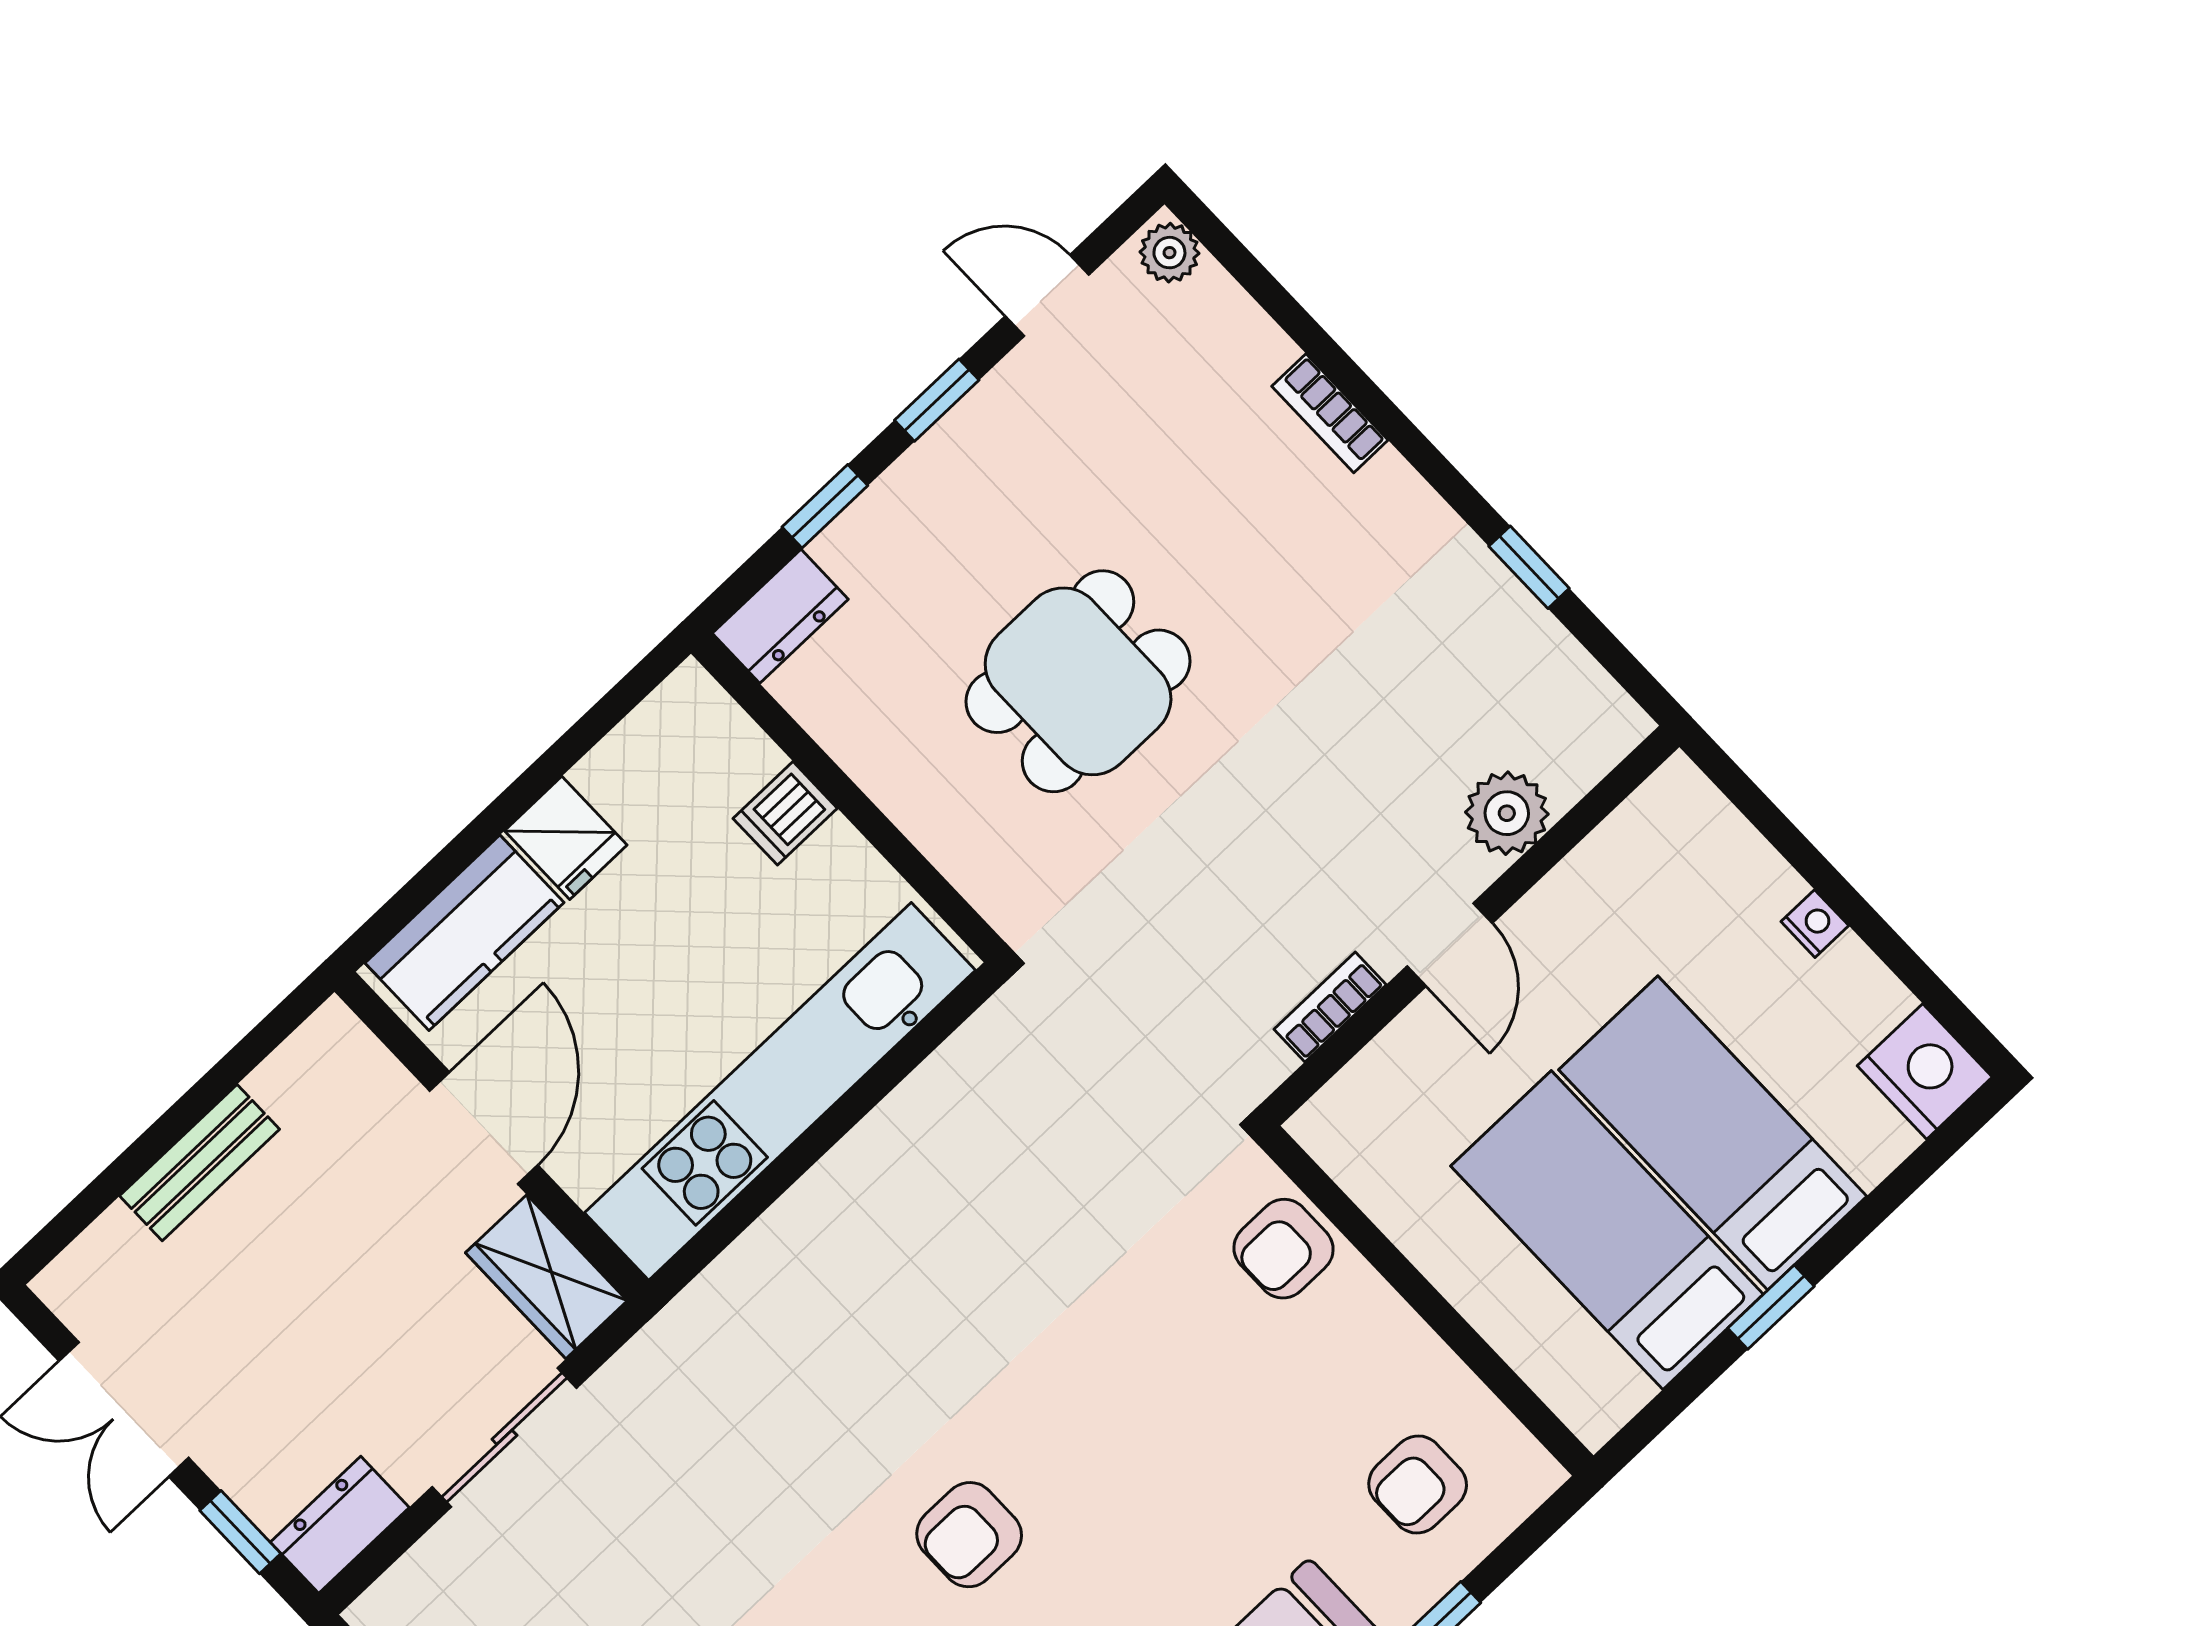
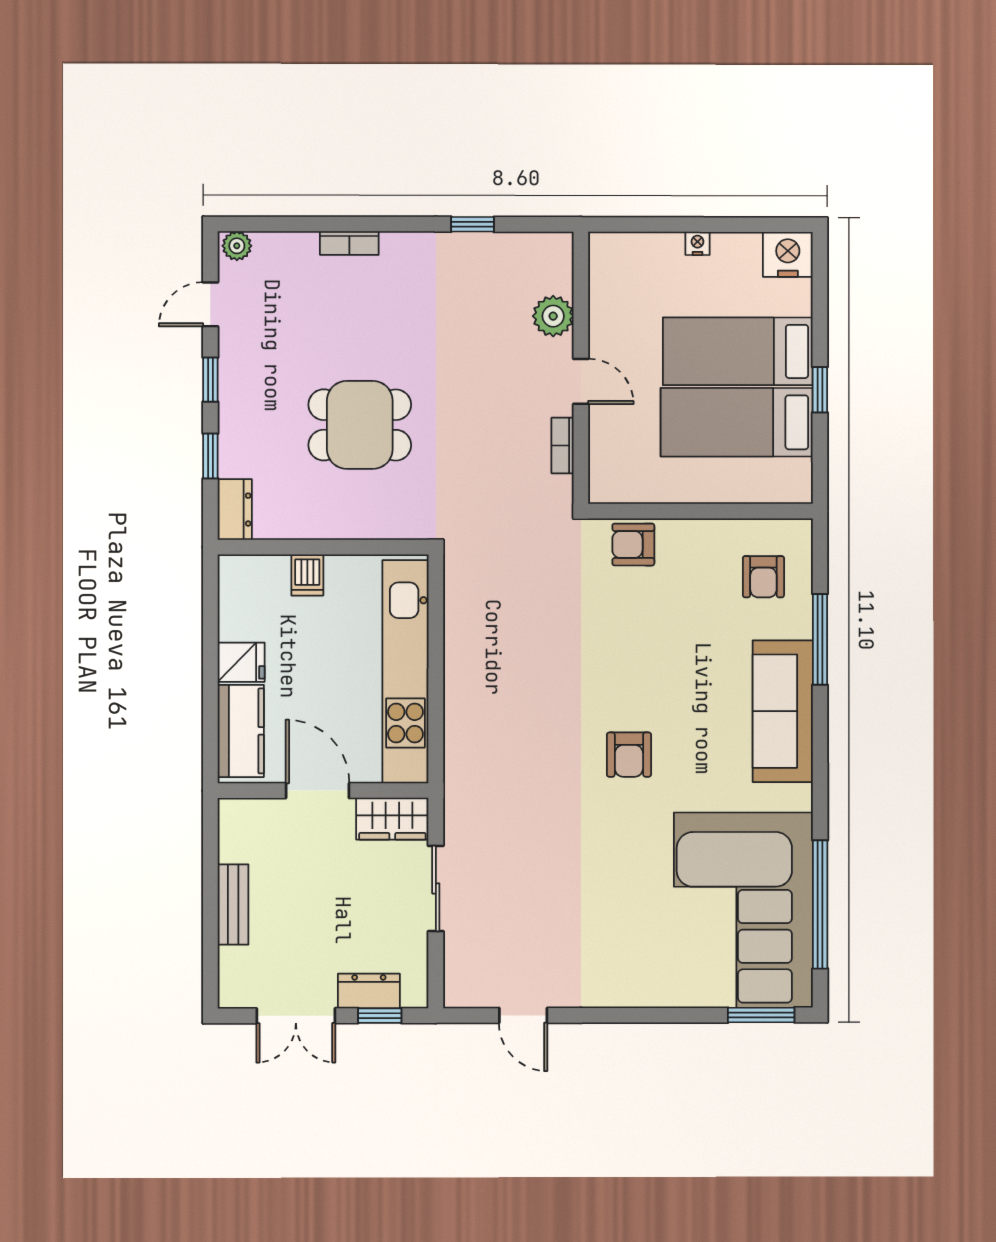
dining table: (1078, 681) -> (360, 425), turned 90
armchair: (1284, 1249) -> (633, 545), turned 90
dresser: (340, 1525) -> (369, 991), moved, turned 90

